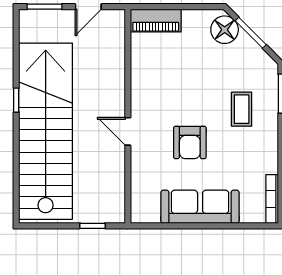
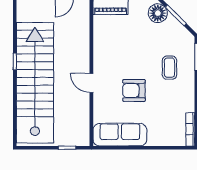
armchair: (190, 142) -> (134, 91), turned 90
sofa: (200, 207) -> (120, 135), moved

